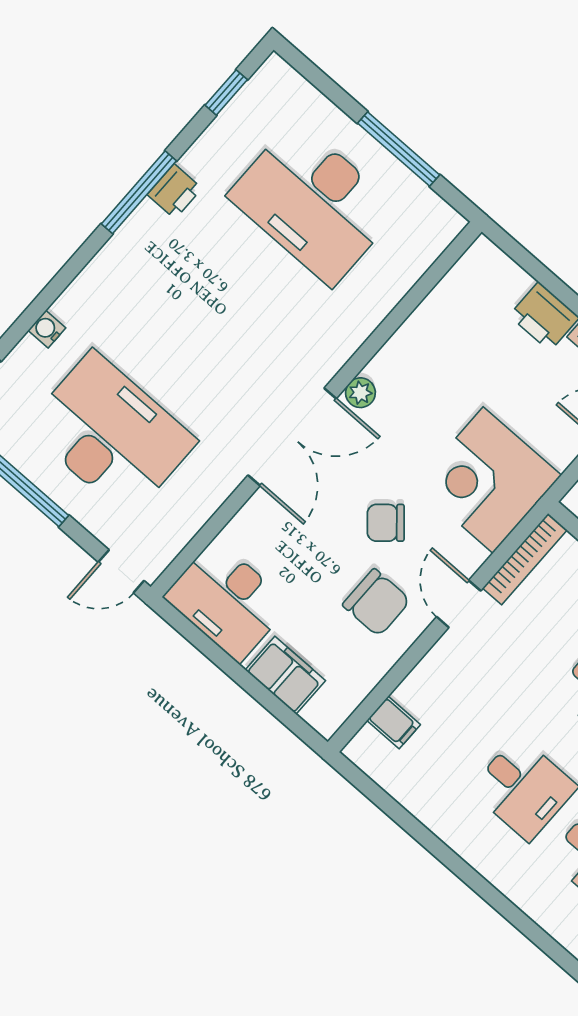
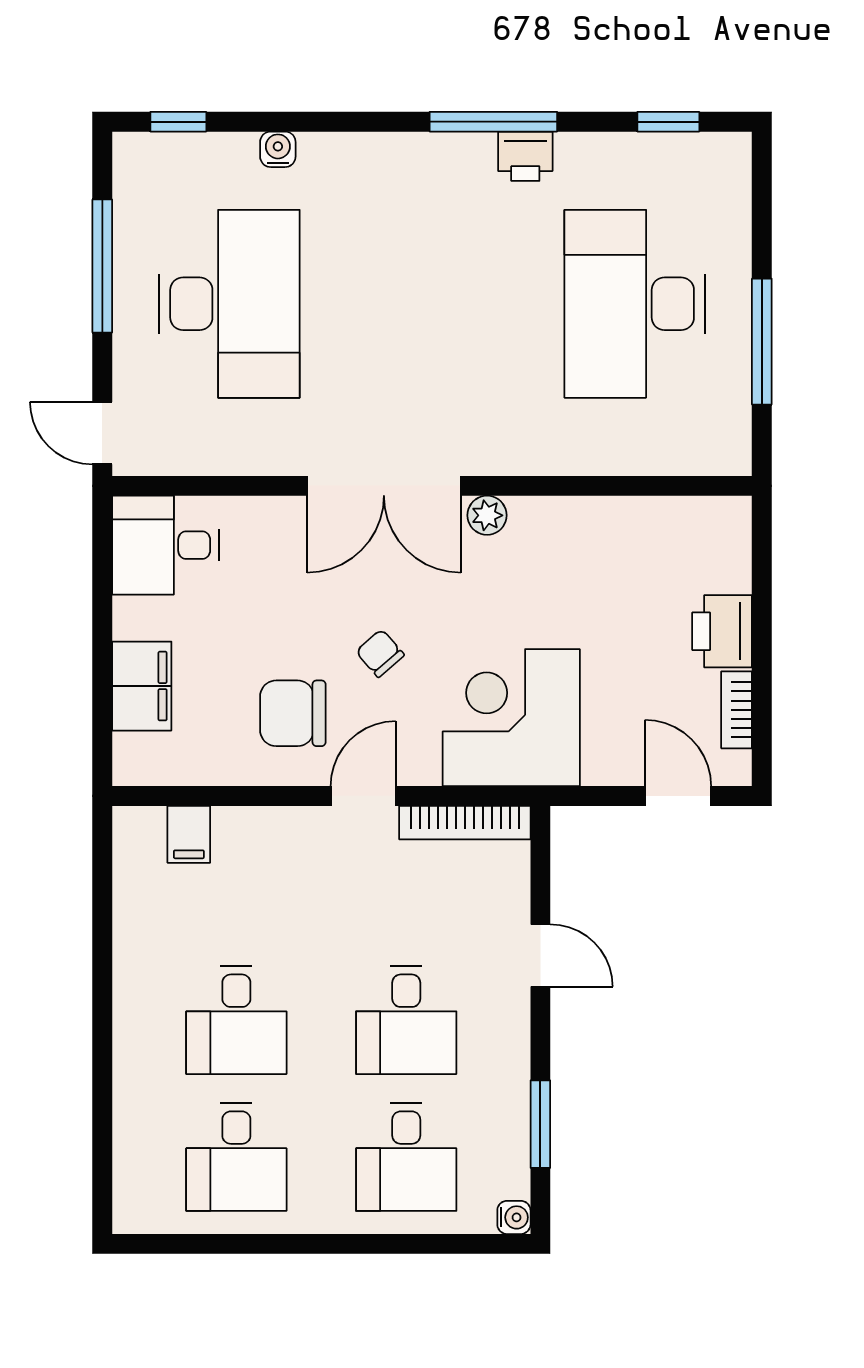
chair: (386, 523) -> (380, 653), width x0.73, depth x0.73
desk: (227, 601) -> (165, 545), width x0.73
chair: (376, 603) -> (293, 713), turned 90

